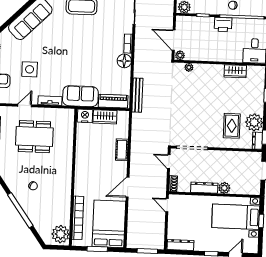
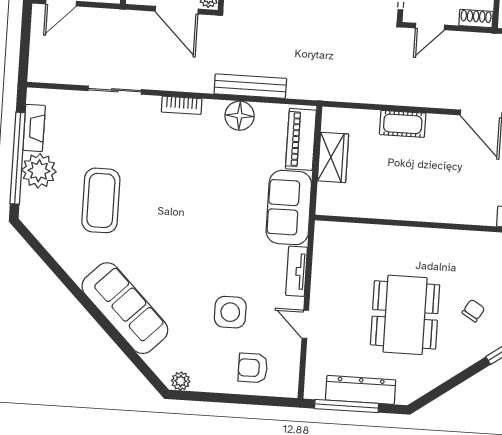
door: (174, 40) -> (177, 10), hinge flipped
floor lamp: (124, 61) -> (240, 116), moved
bench: (137, 95) -> (250, 86), moved
nightstand: (85, 116) -> (330, 199), removed
dining table: (34, 137) -> (405, 315), moved

